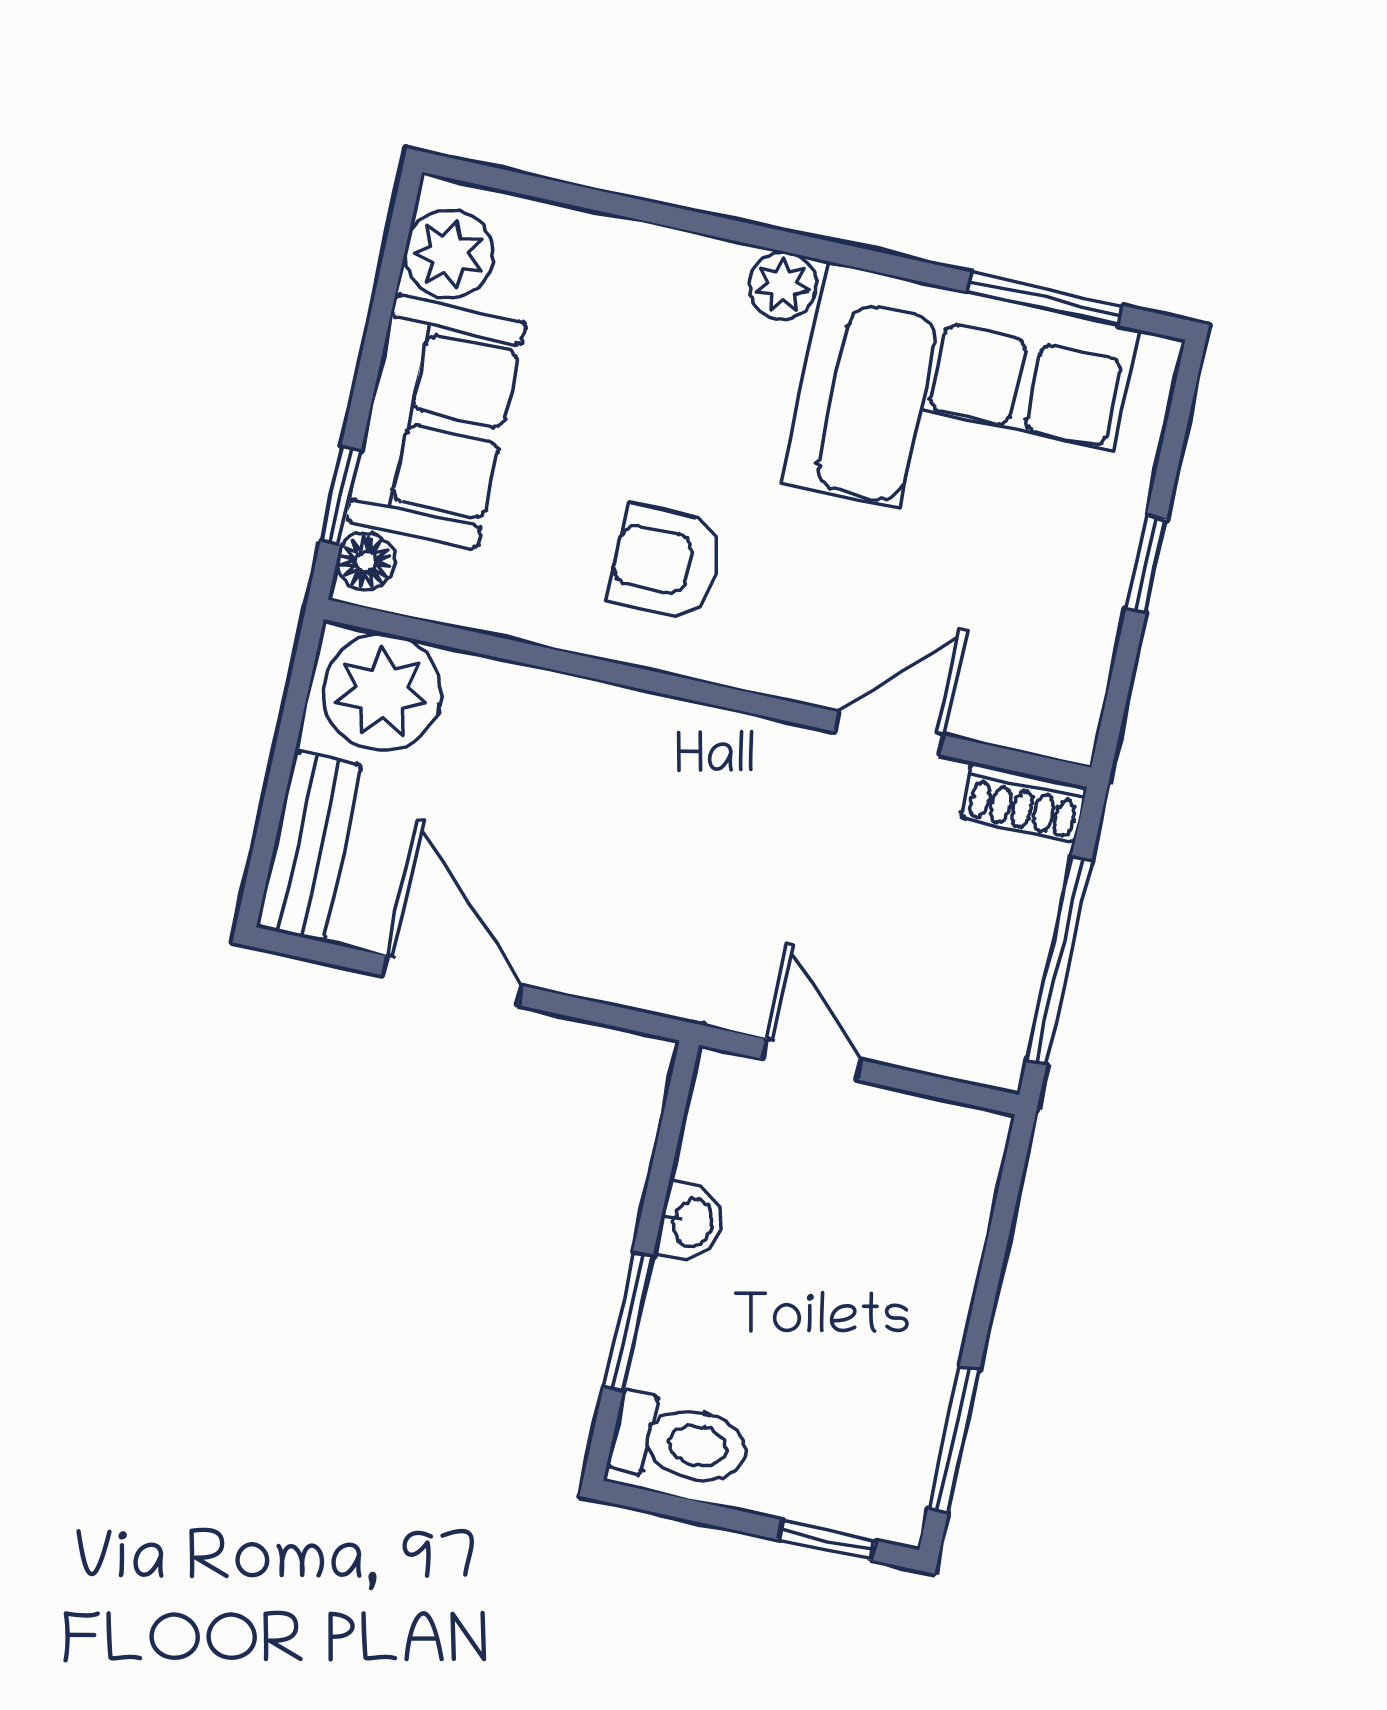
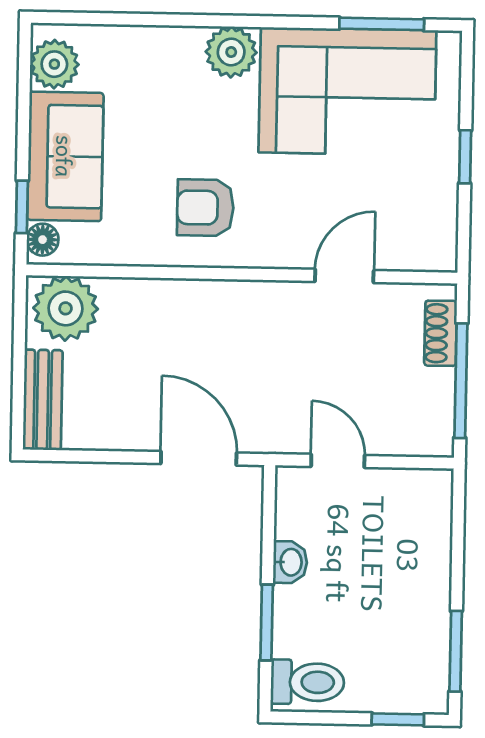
plant: (783, 286) -> (231, 52), width x1.38, depth x1.38
shoe rack: (1024, 802) -> (441, 333), moved, turned 90
door: (452, 981) -> (199, 458), moved

